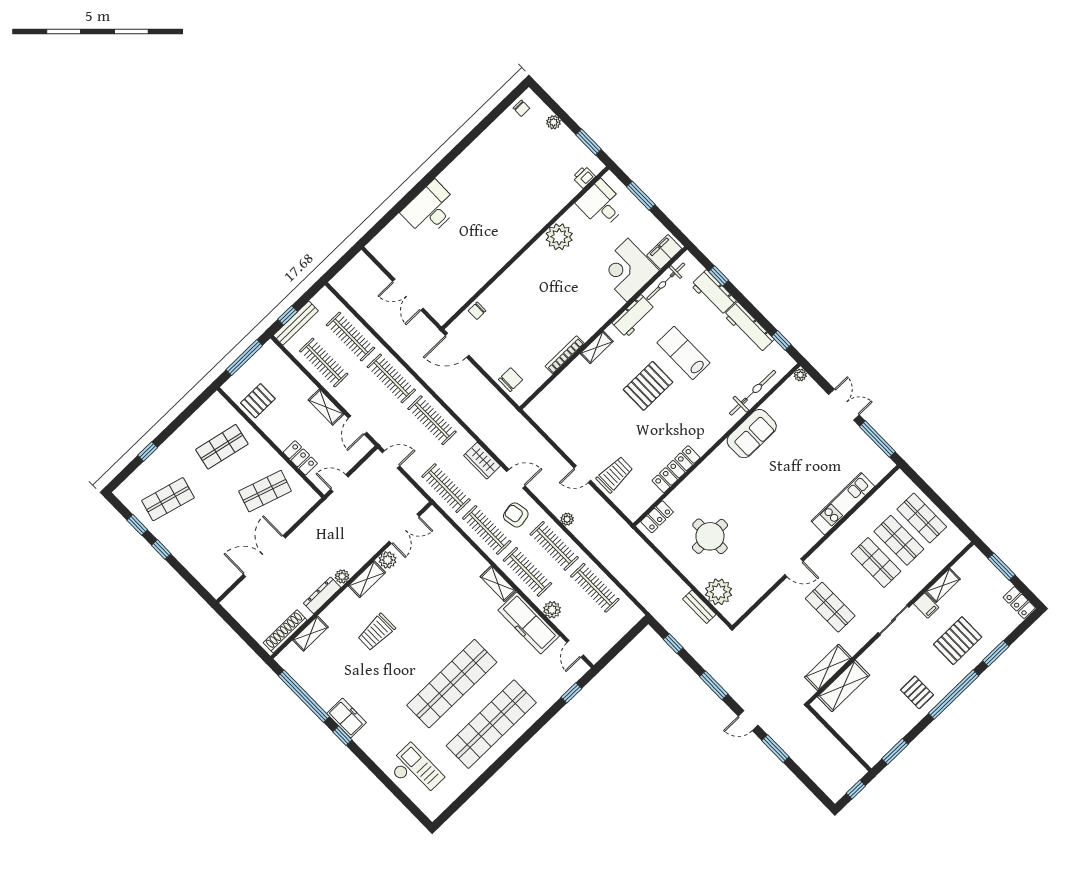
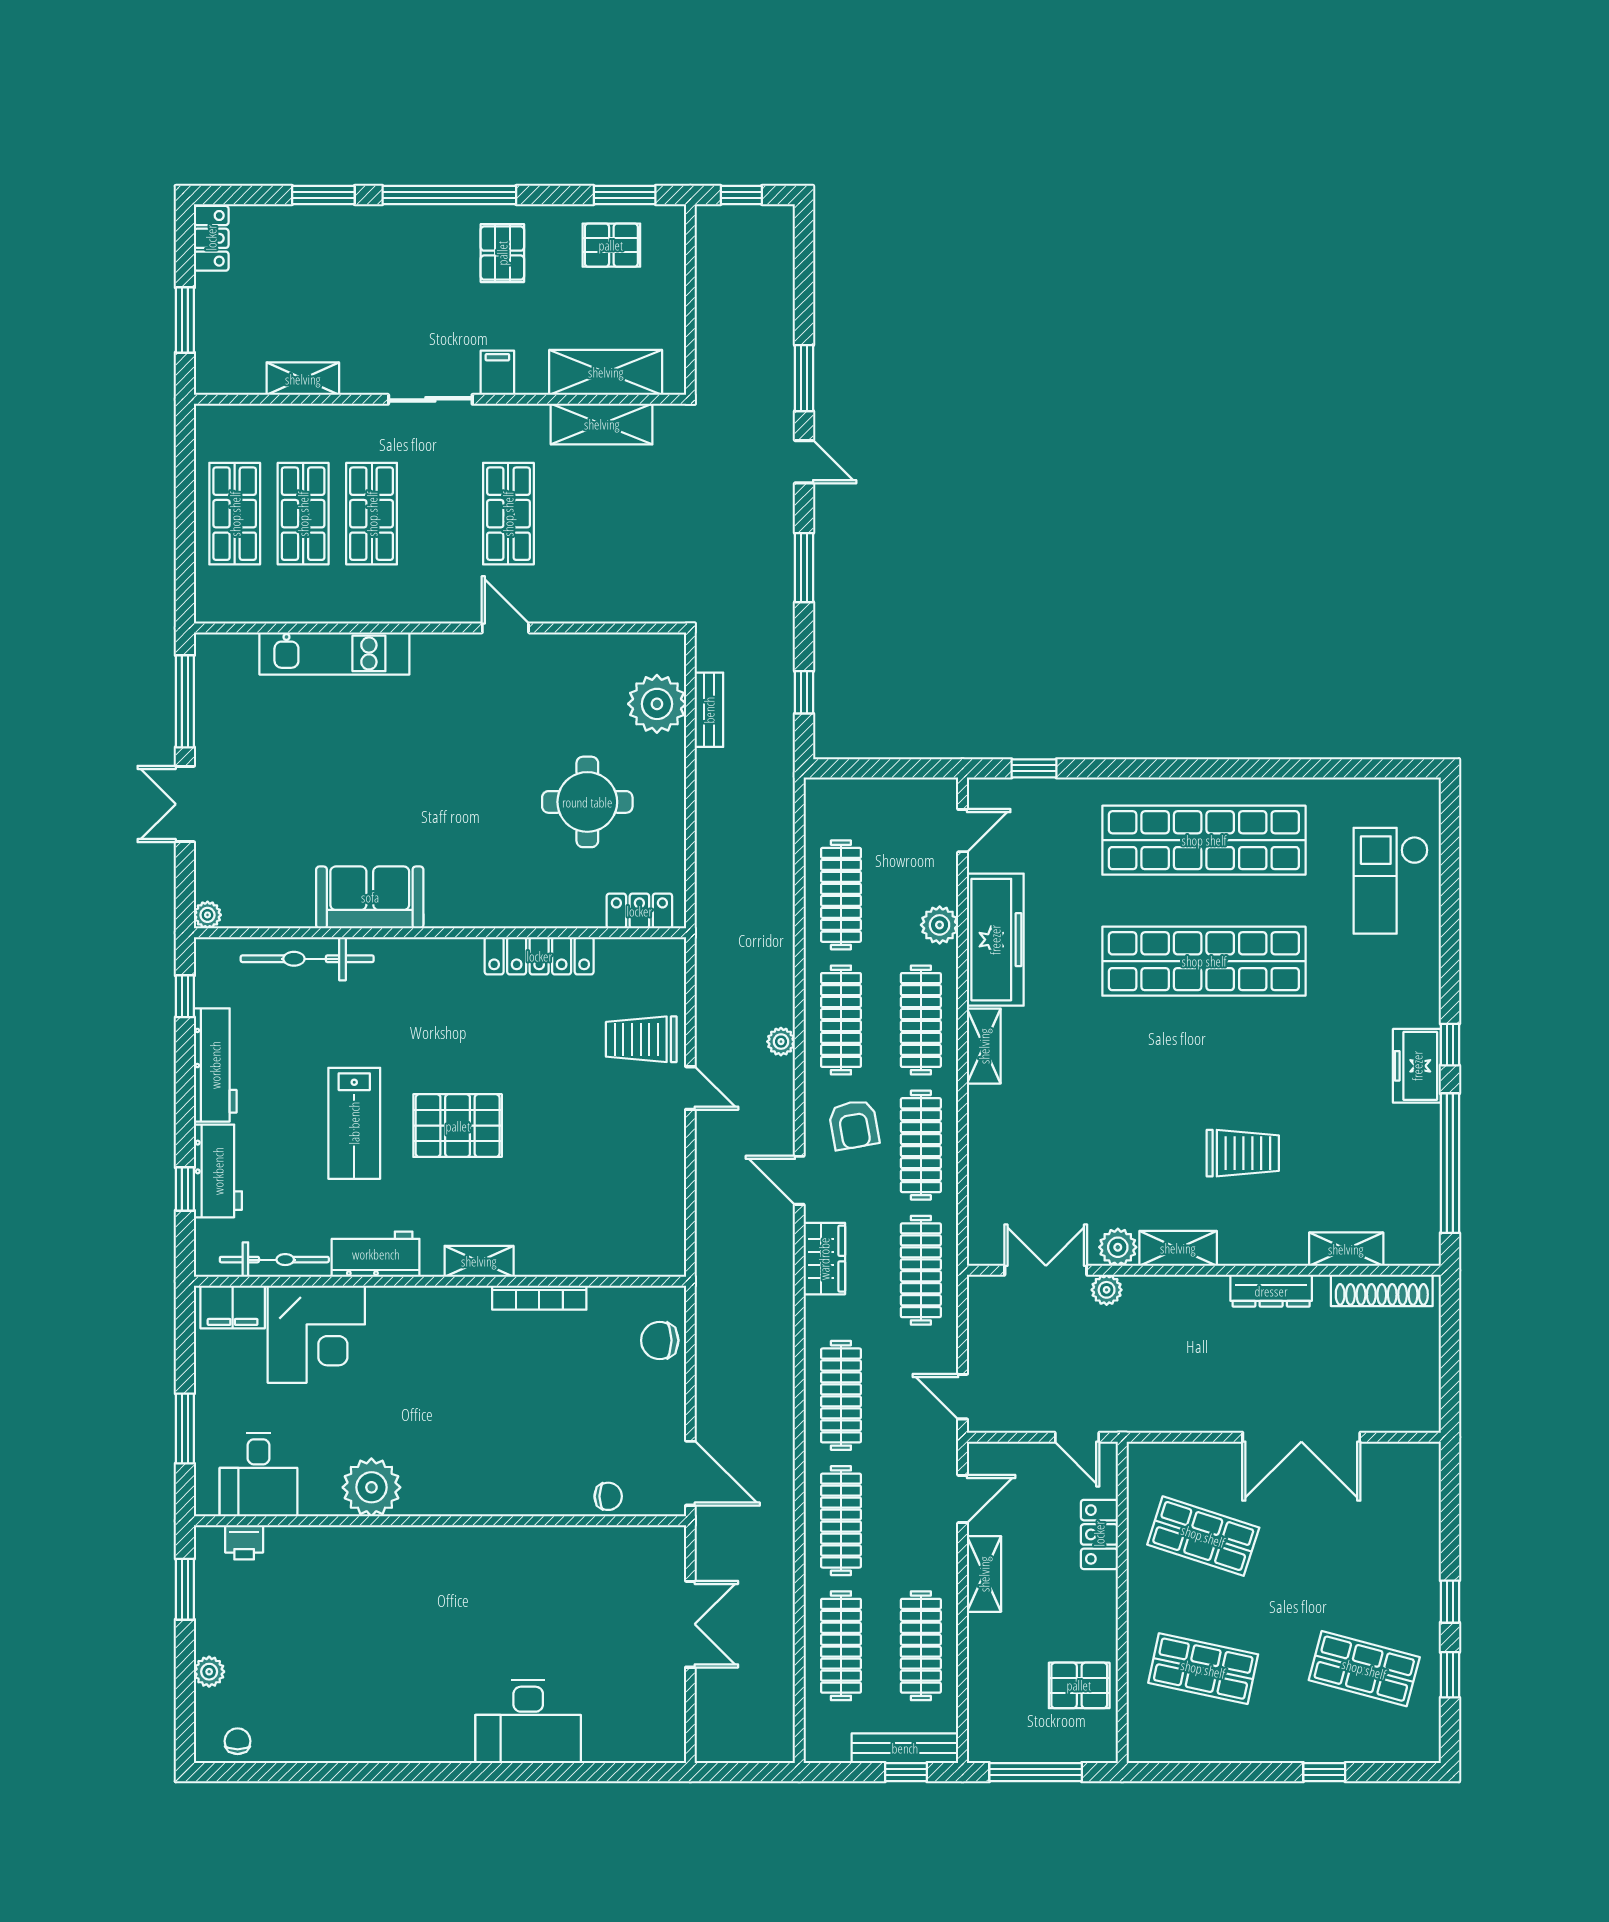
plant: (342, 576) -> (1107, 1290), moved
filing cabinet: (926, 606) -> (497, 373), moved
pallet: (958, 641) -> (611, 245), moved, width x0.67, depth x0.71

